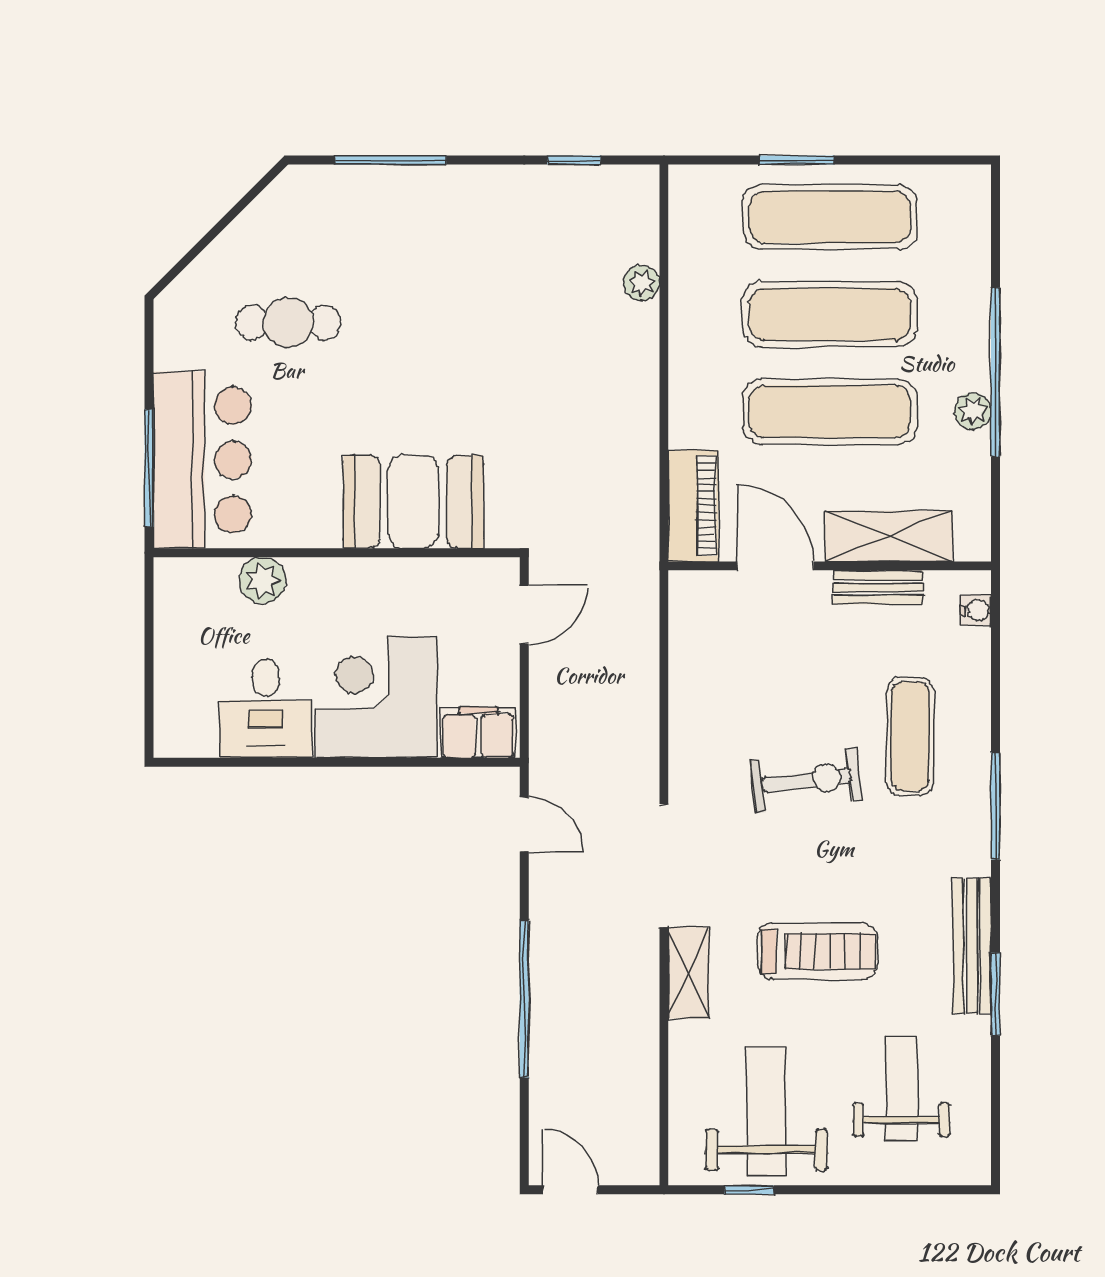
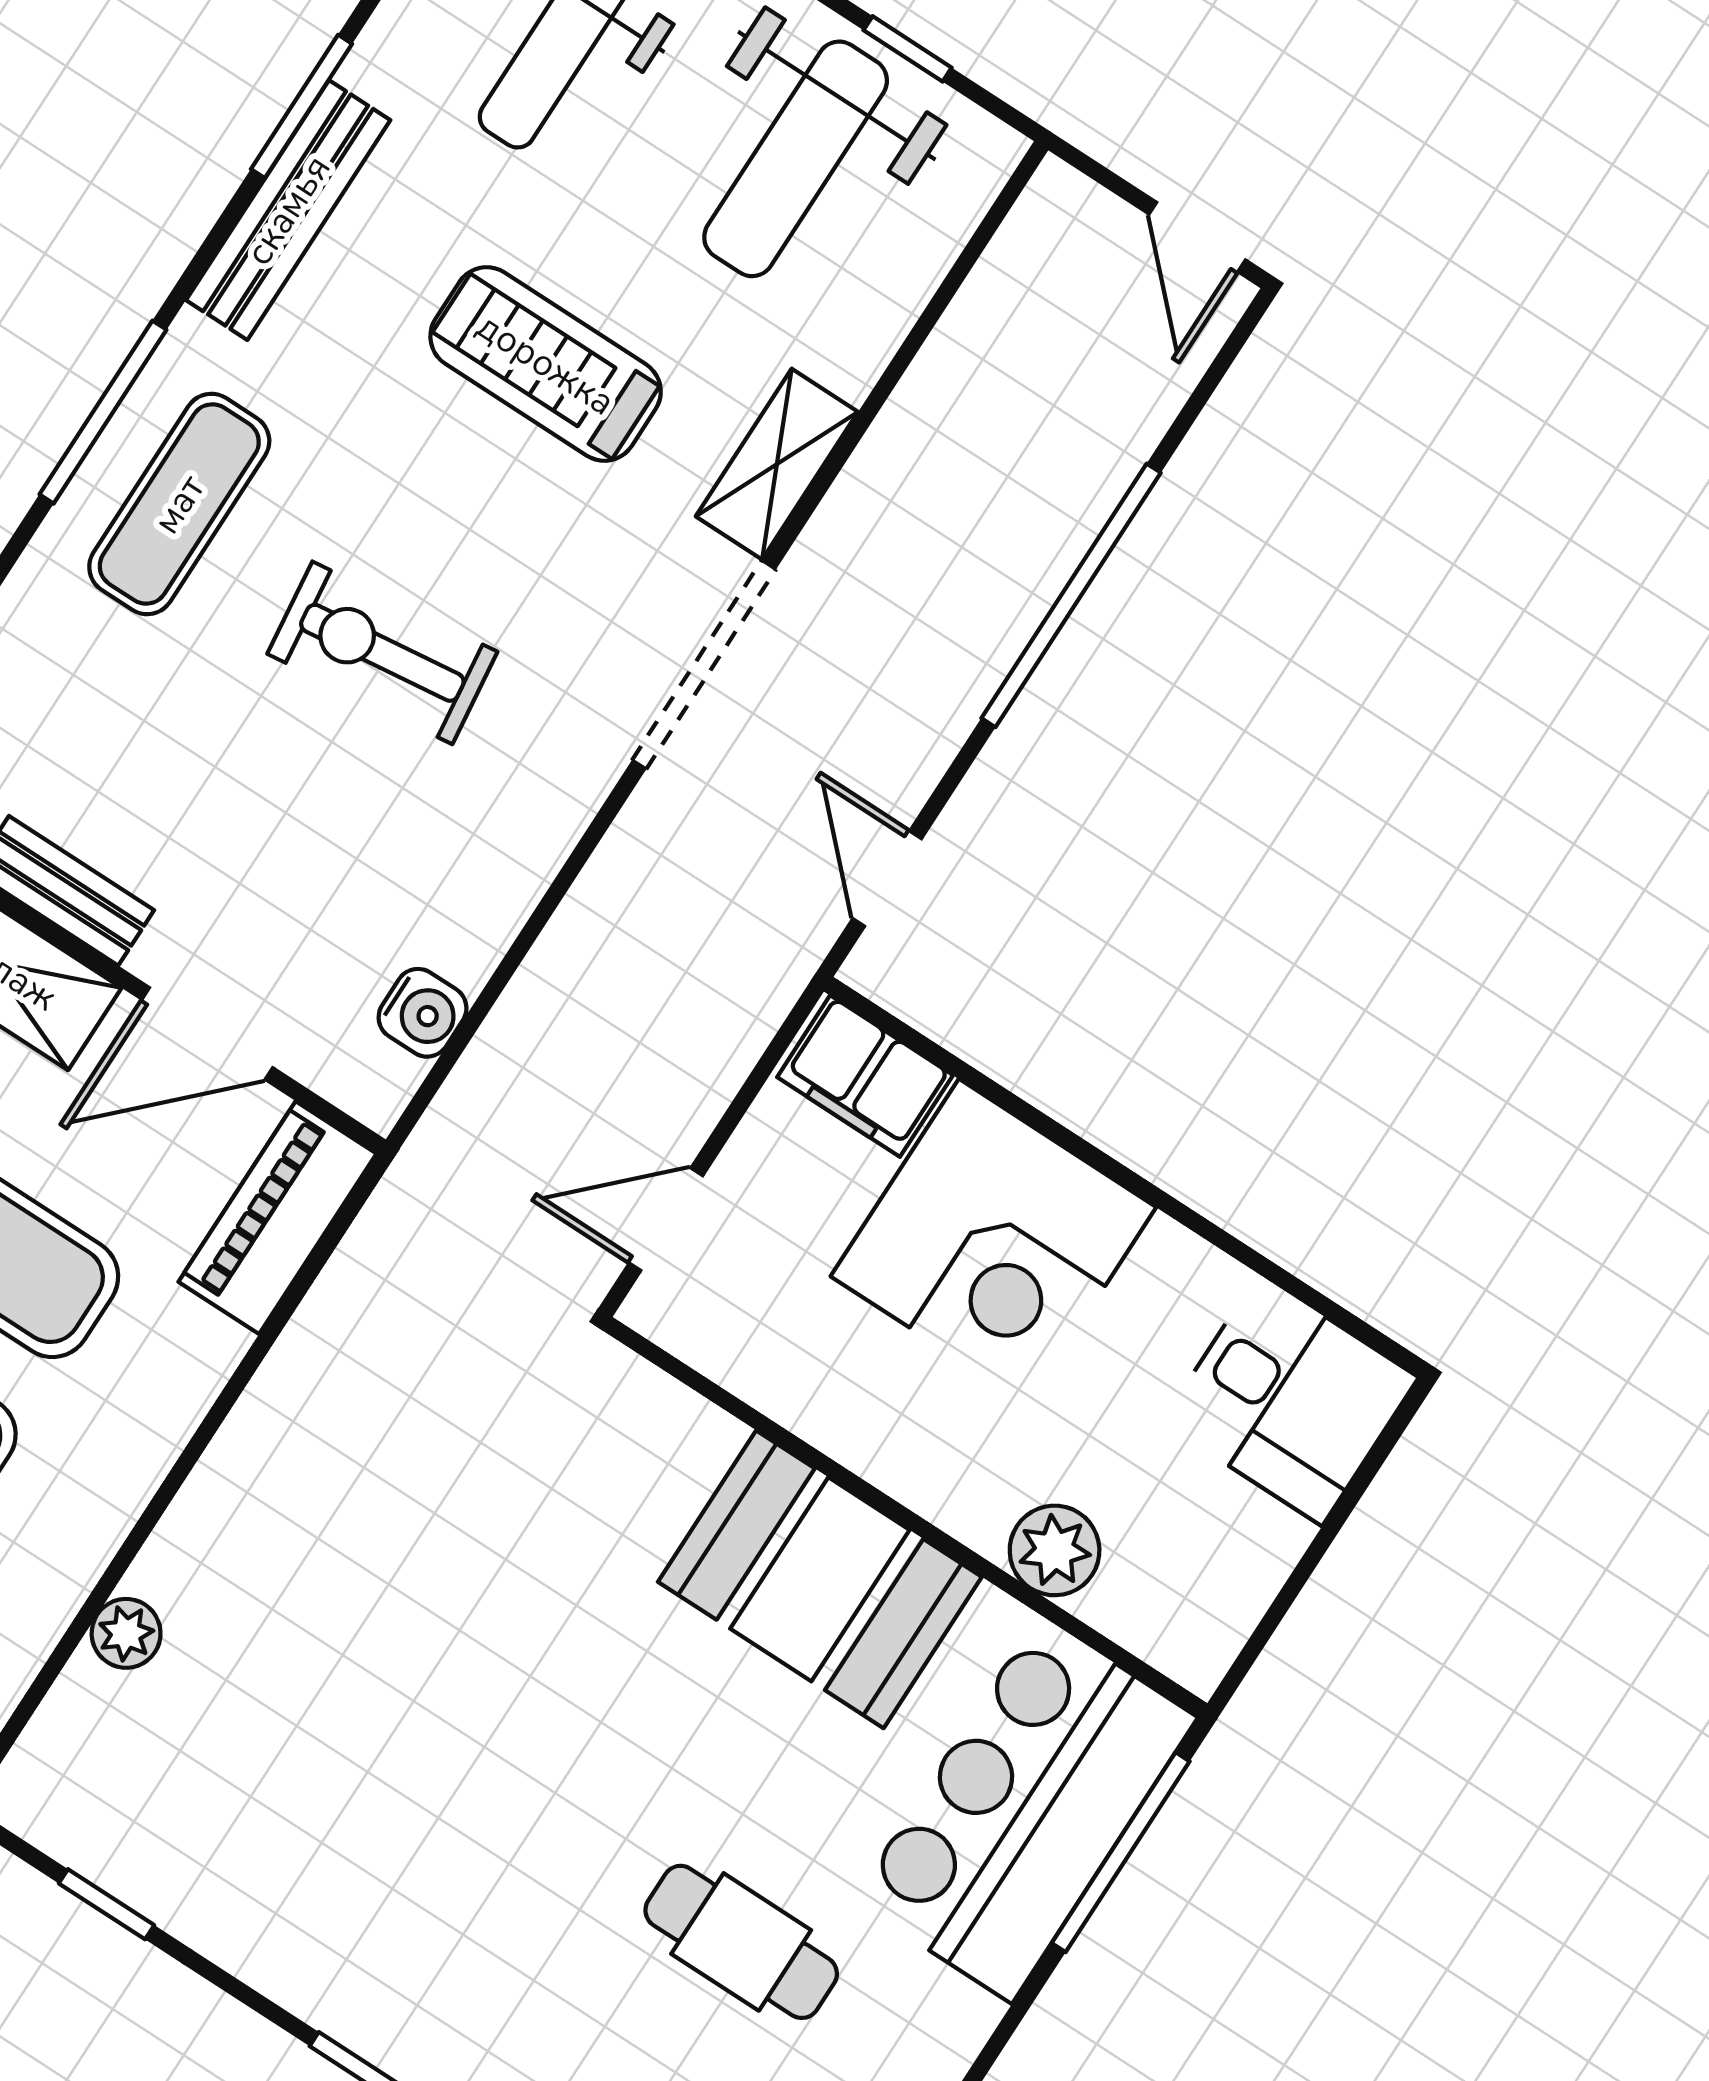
booth: (413, 502) -> (820, 1579), moved
door: (775, 566) -> (207, 1034), hinge flipped
water cooler: (688, 635) -> (423, 1013), added
desk: (266, 708) -> (1290, 1400), moved, turned 90
exercise mat: (910, 736) -> (179, 504), moved

